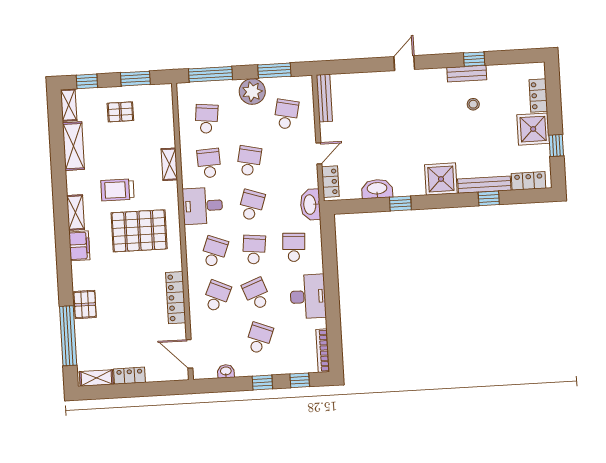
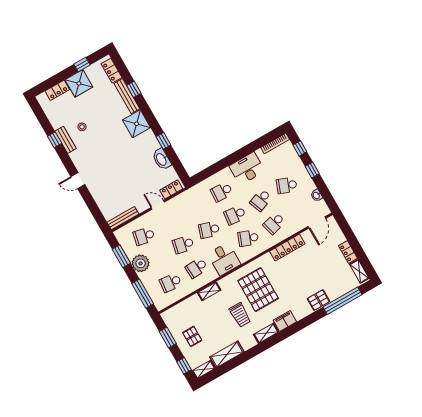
washbasin: (310, 205) -> (191, 195), removed
school desk: (217, 296) -> (274, 223), turned -39

